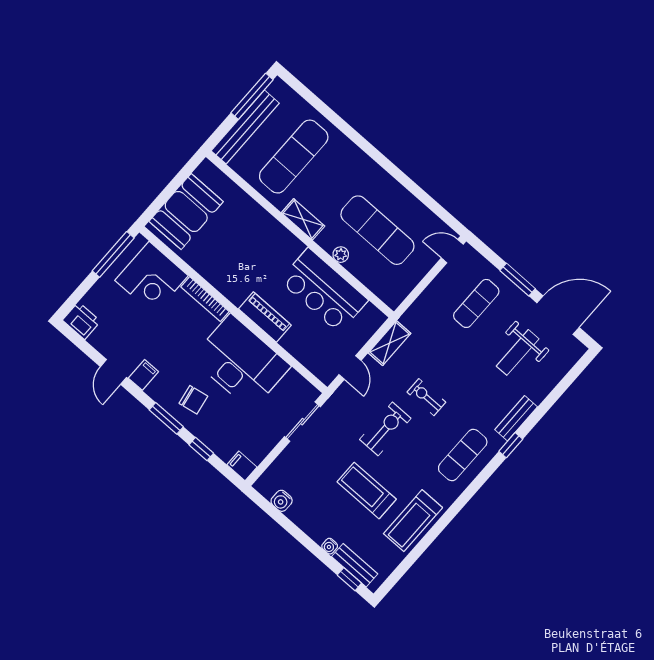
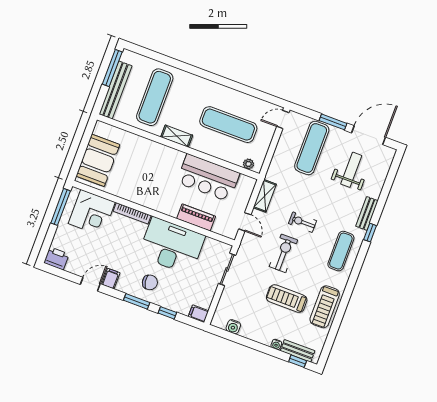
plant: (341, 255) -> (248, 164), moved
exercise mat: (476, 303) -> (312, 148), width x1.36, depth x1.45
piano: (265, 317) -> (196, 217), moved
weight bench: (518, 352) -> (351, 170), turned 180
door: (113, 372) -> (90, 284), swing flipped

